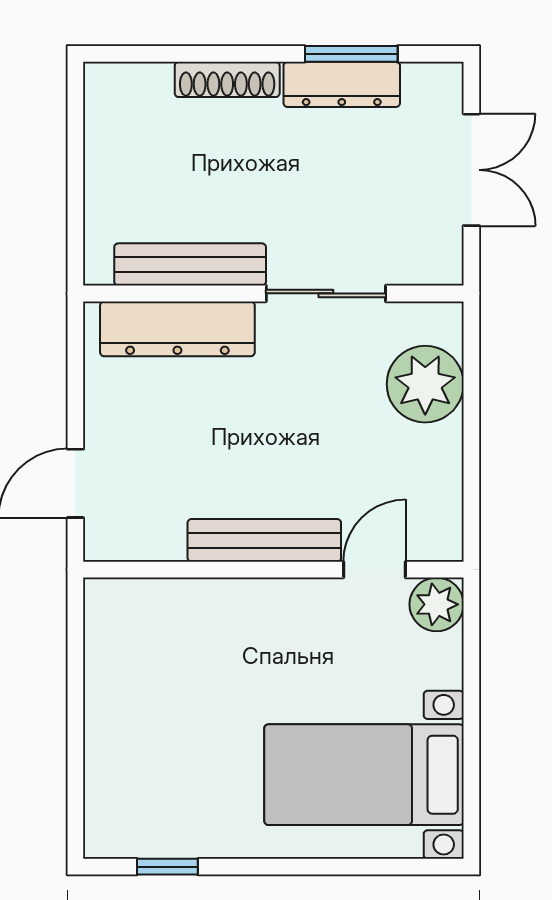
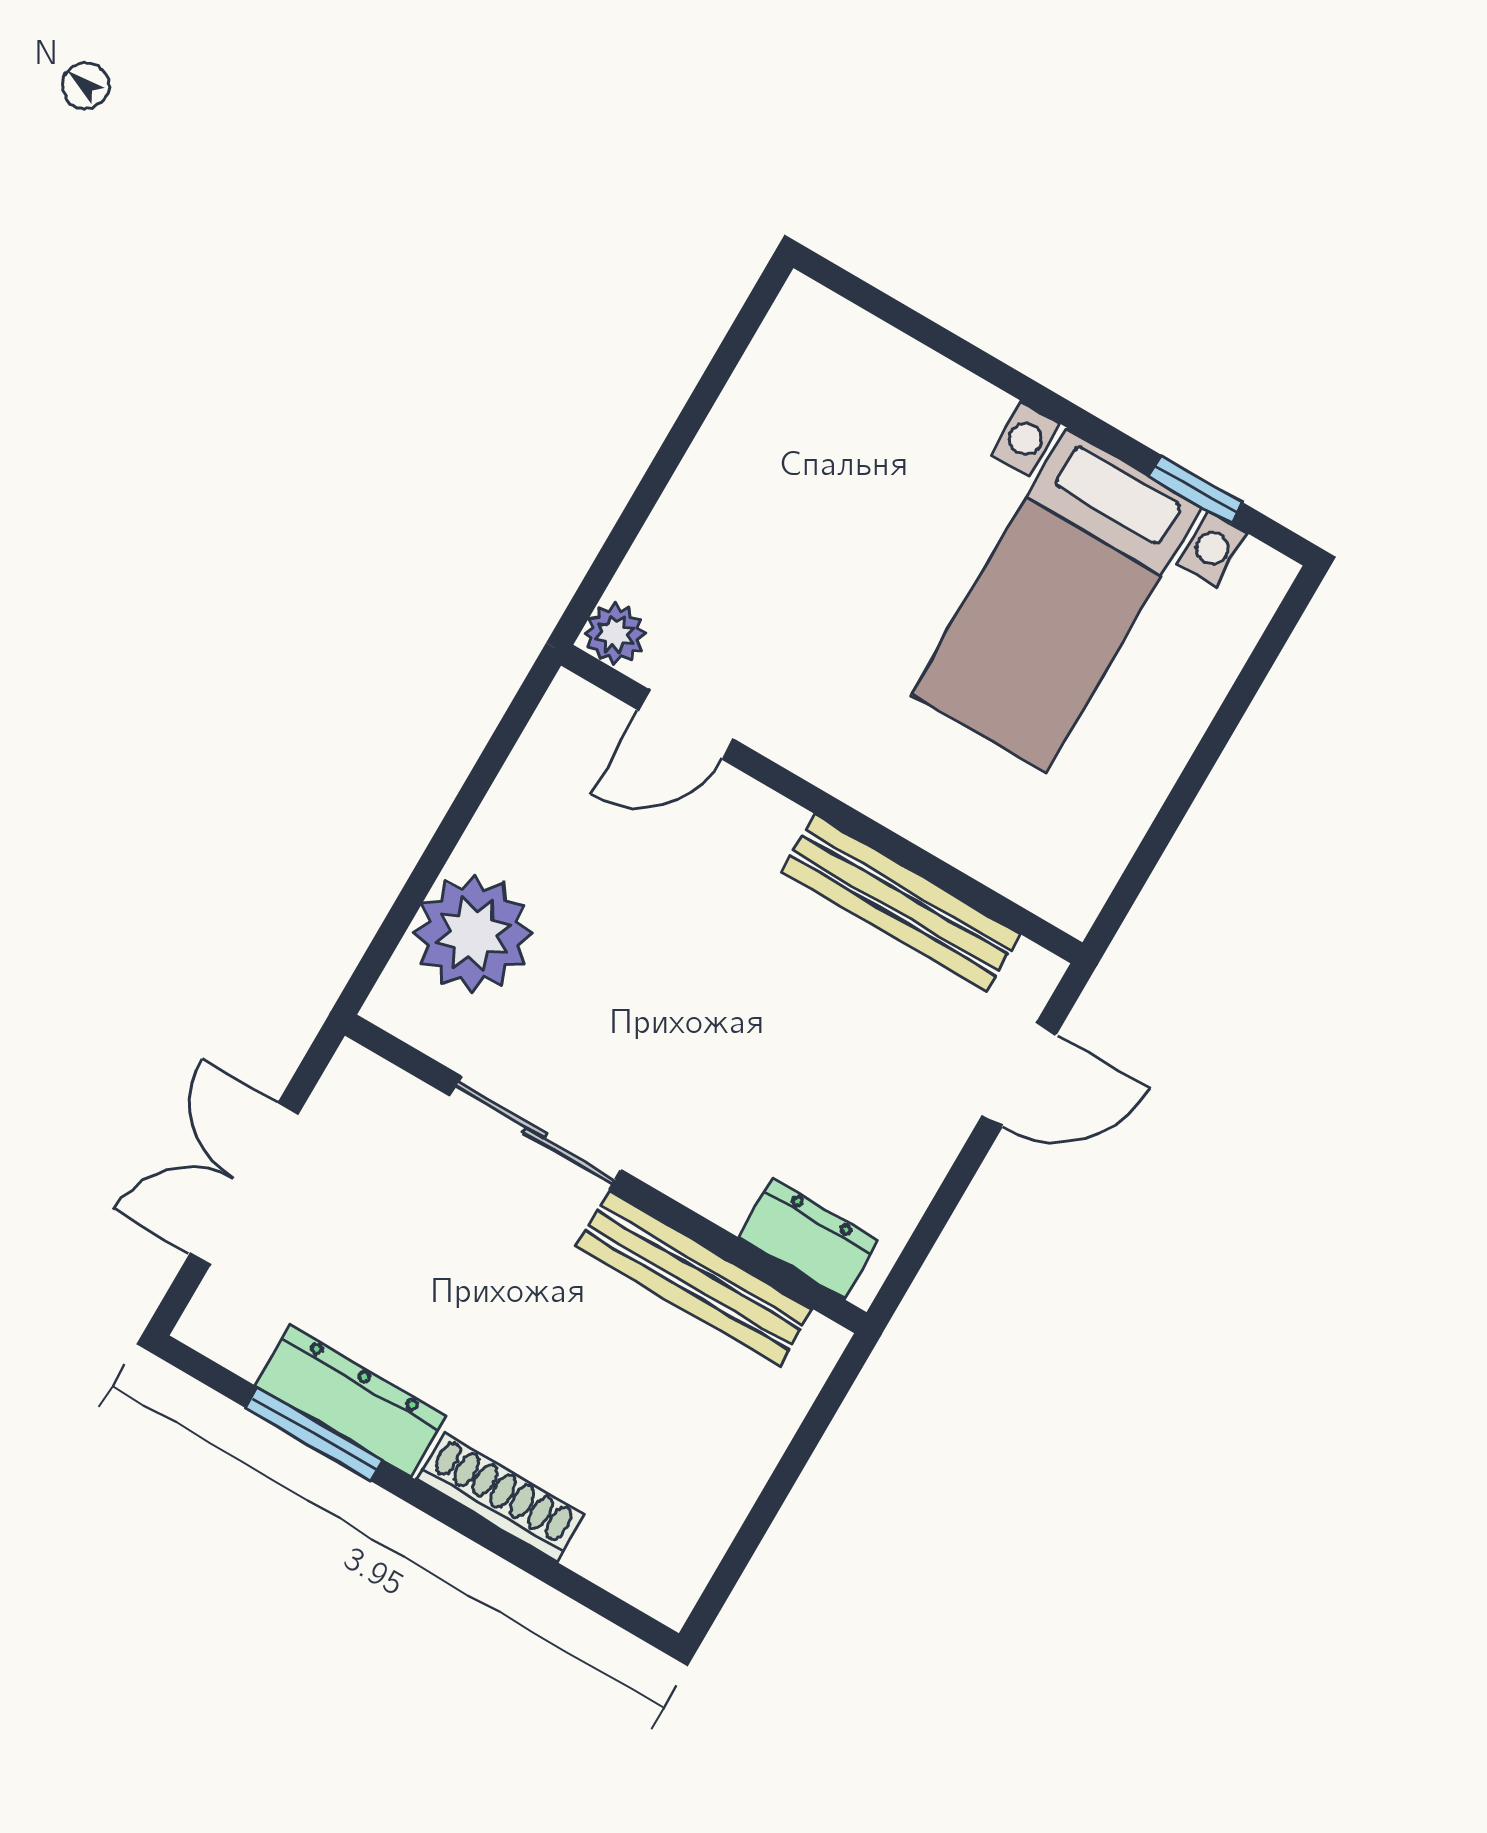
dresser: (177, 329) -> (808, 1238), width x0.51, depth x0.80
bench: (264, 540) -> (901, 903), moved
plant: (437, 604) -> (615, 634), width x0.73, depth x0.73
bed with nightstands: (364, 775) -> (1056, 600), moved, turned 90

